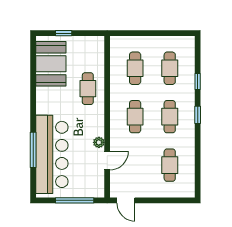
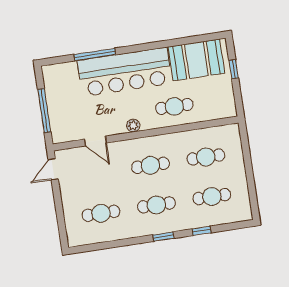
plant: (99, 142) -> (133, 126), moved
bar counter: (52, 154) -> (125, 72), moved

